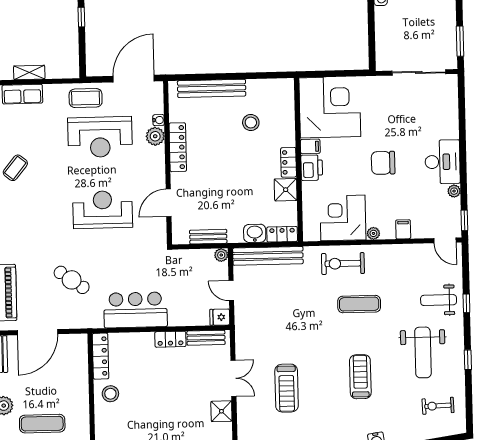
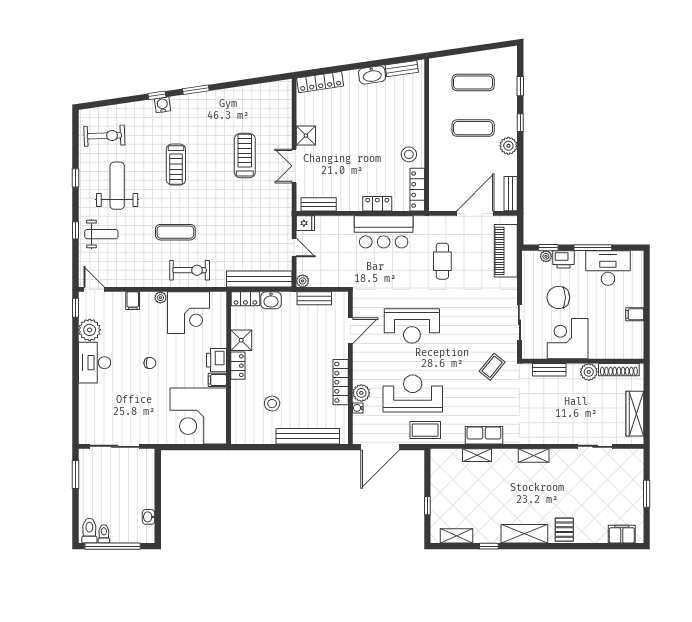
chair: (383, 163) -> (150, 363), width x0.54, depth x0.54
plant: (454, 191) -> (90, 330), width x1.88, depth x1.88
cafe table: (72, 280) -> (442, 261), turned 55
locker: (170, 339) -> (377, 204), moved
exercise bike: (438, 406) -> (104, 136), width x1.38, depth x1.39

